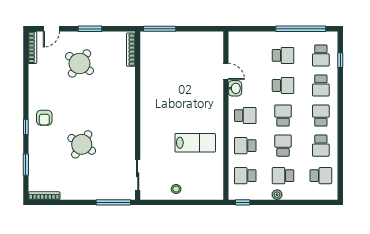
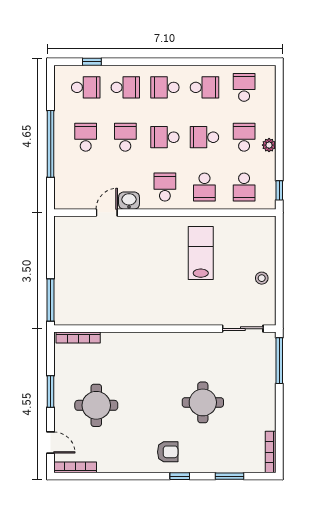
window: (301, 29) -> (51, 144), moved
round table: (80, 63) -> (96, 405), turned -36
round table: (82, 144) -> (203, 402), turned -32
school desk: (283, 176) -> (244, 137), turned 180

